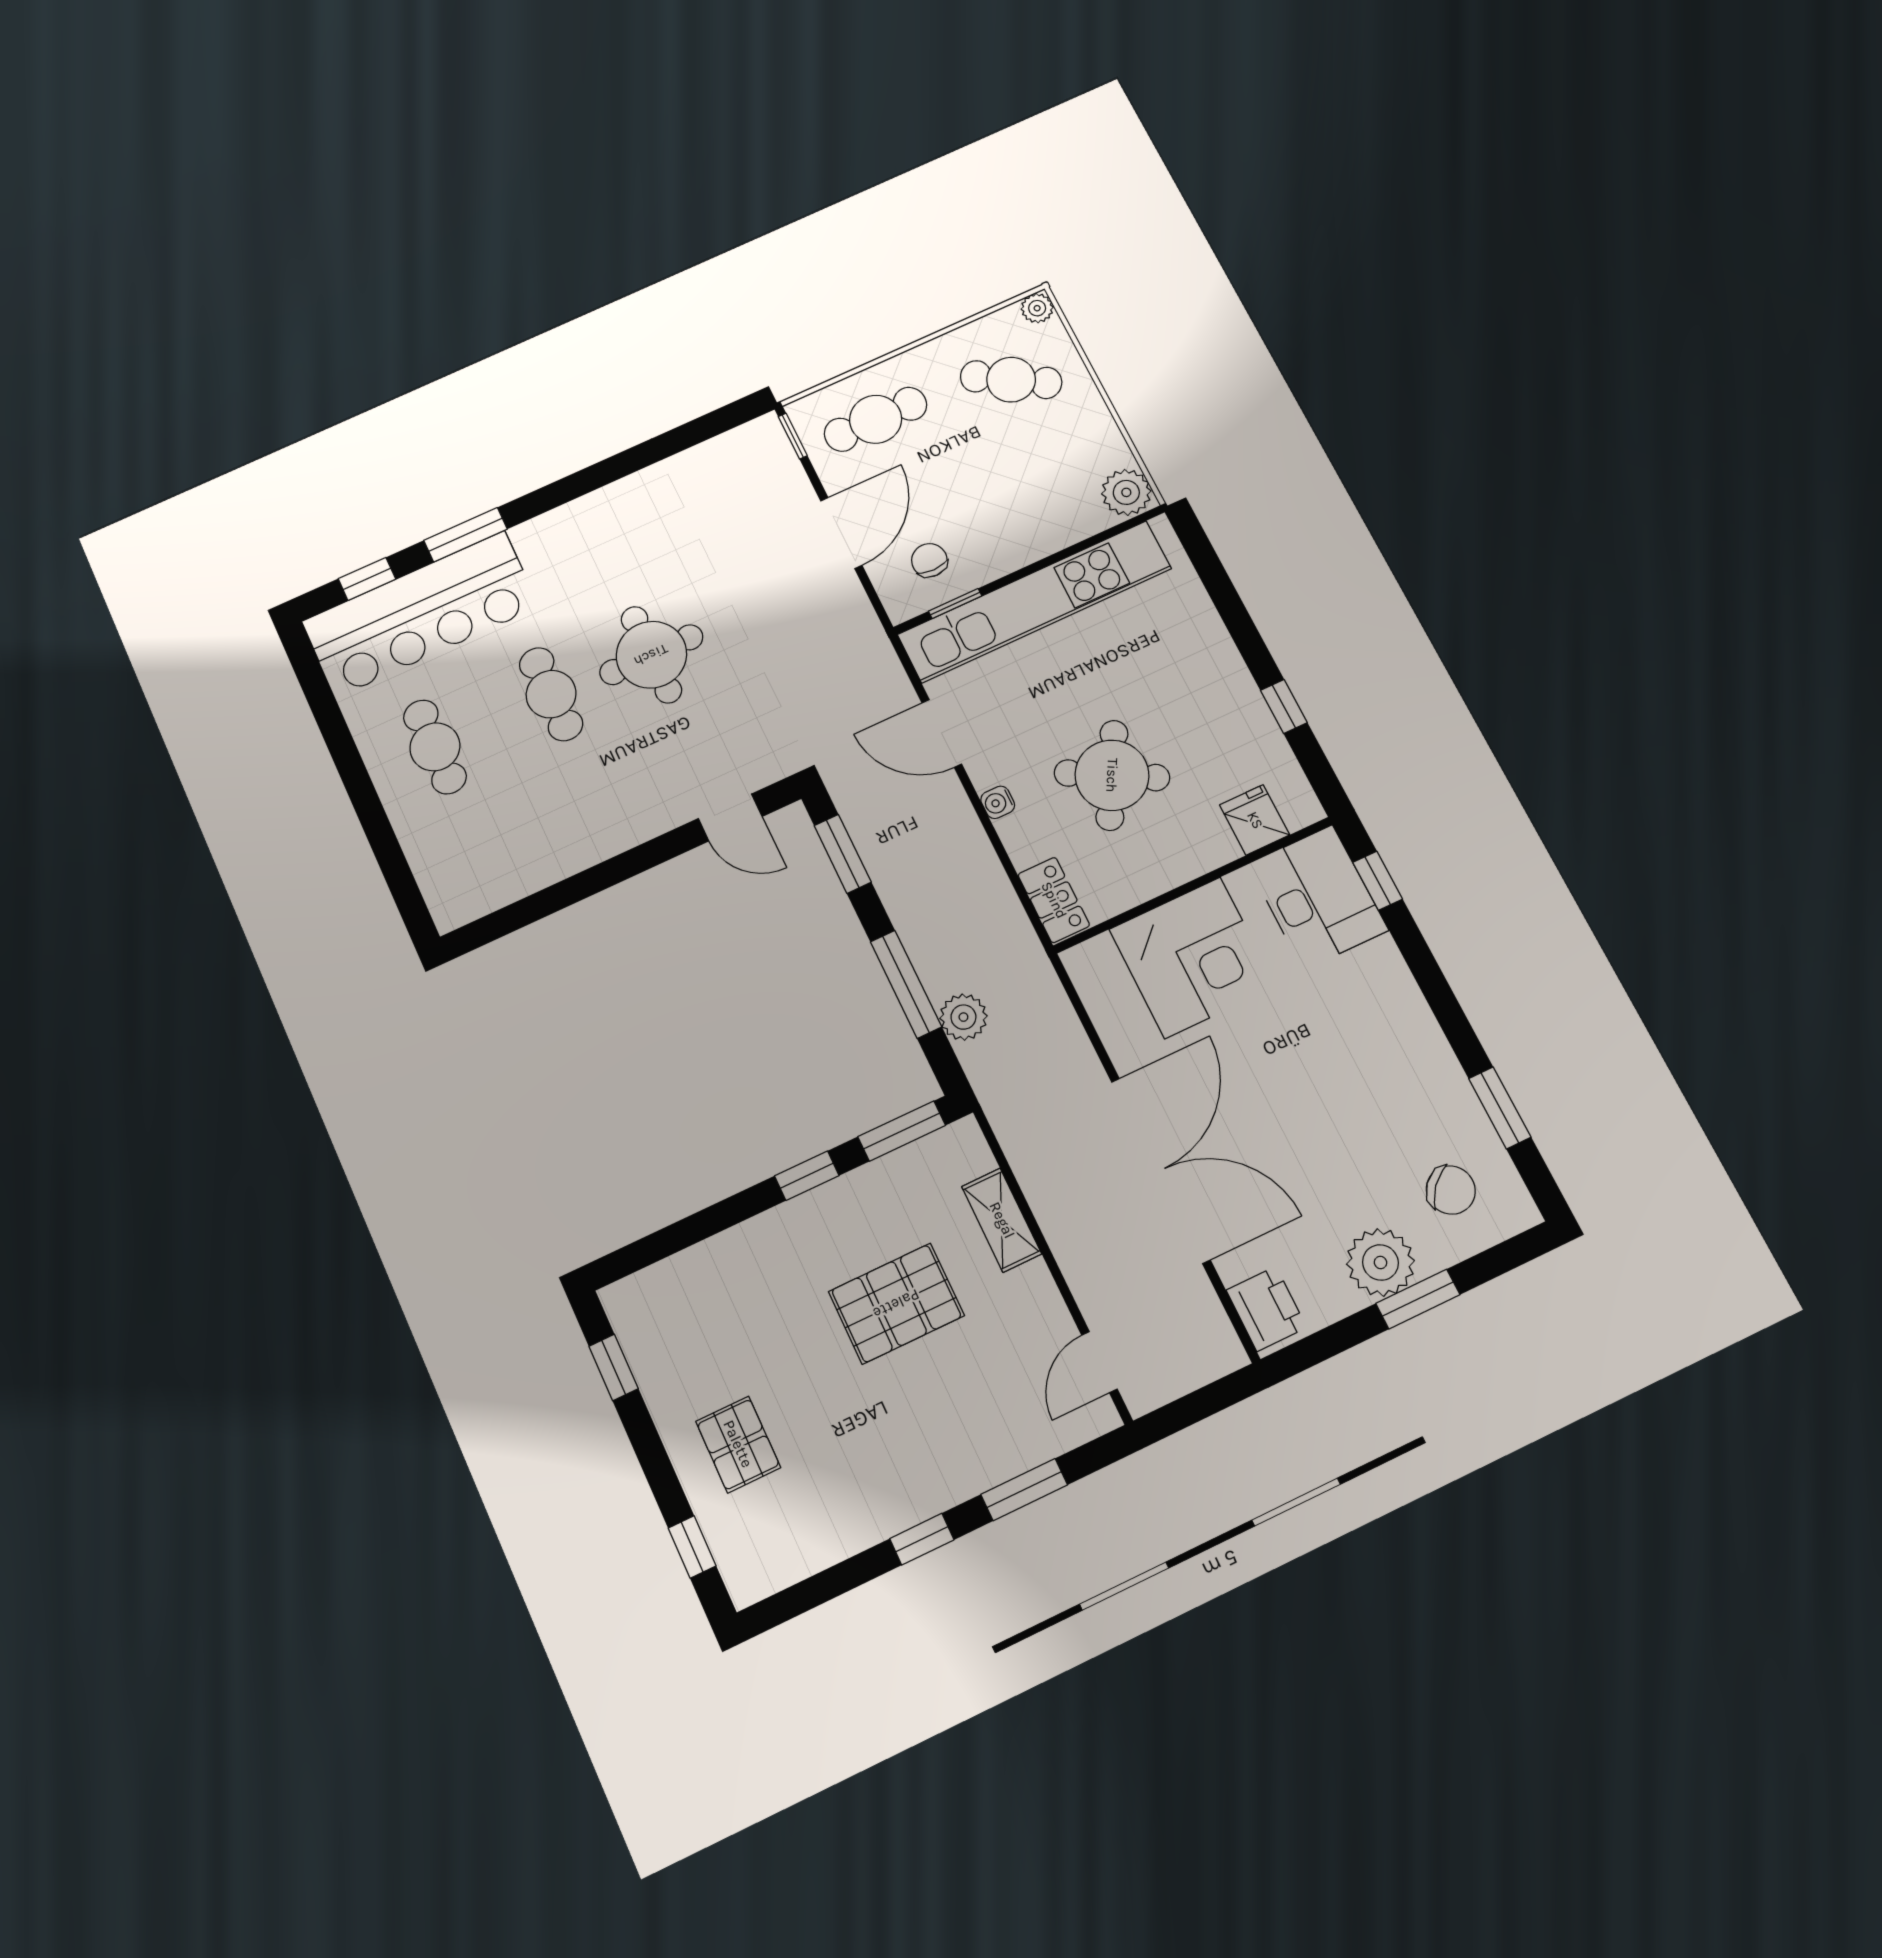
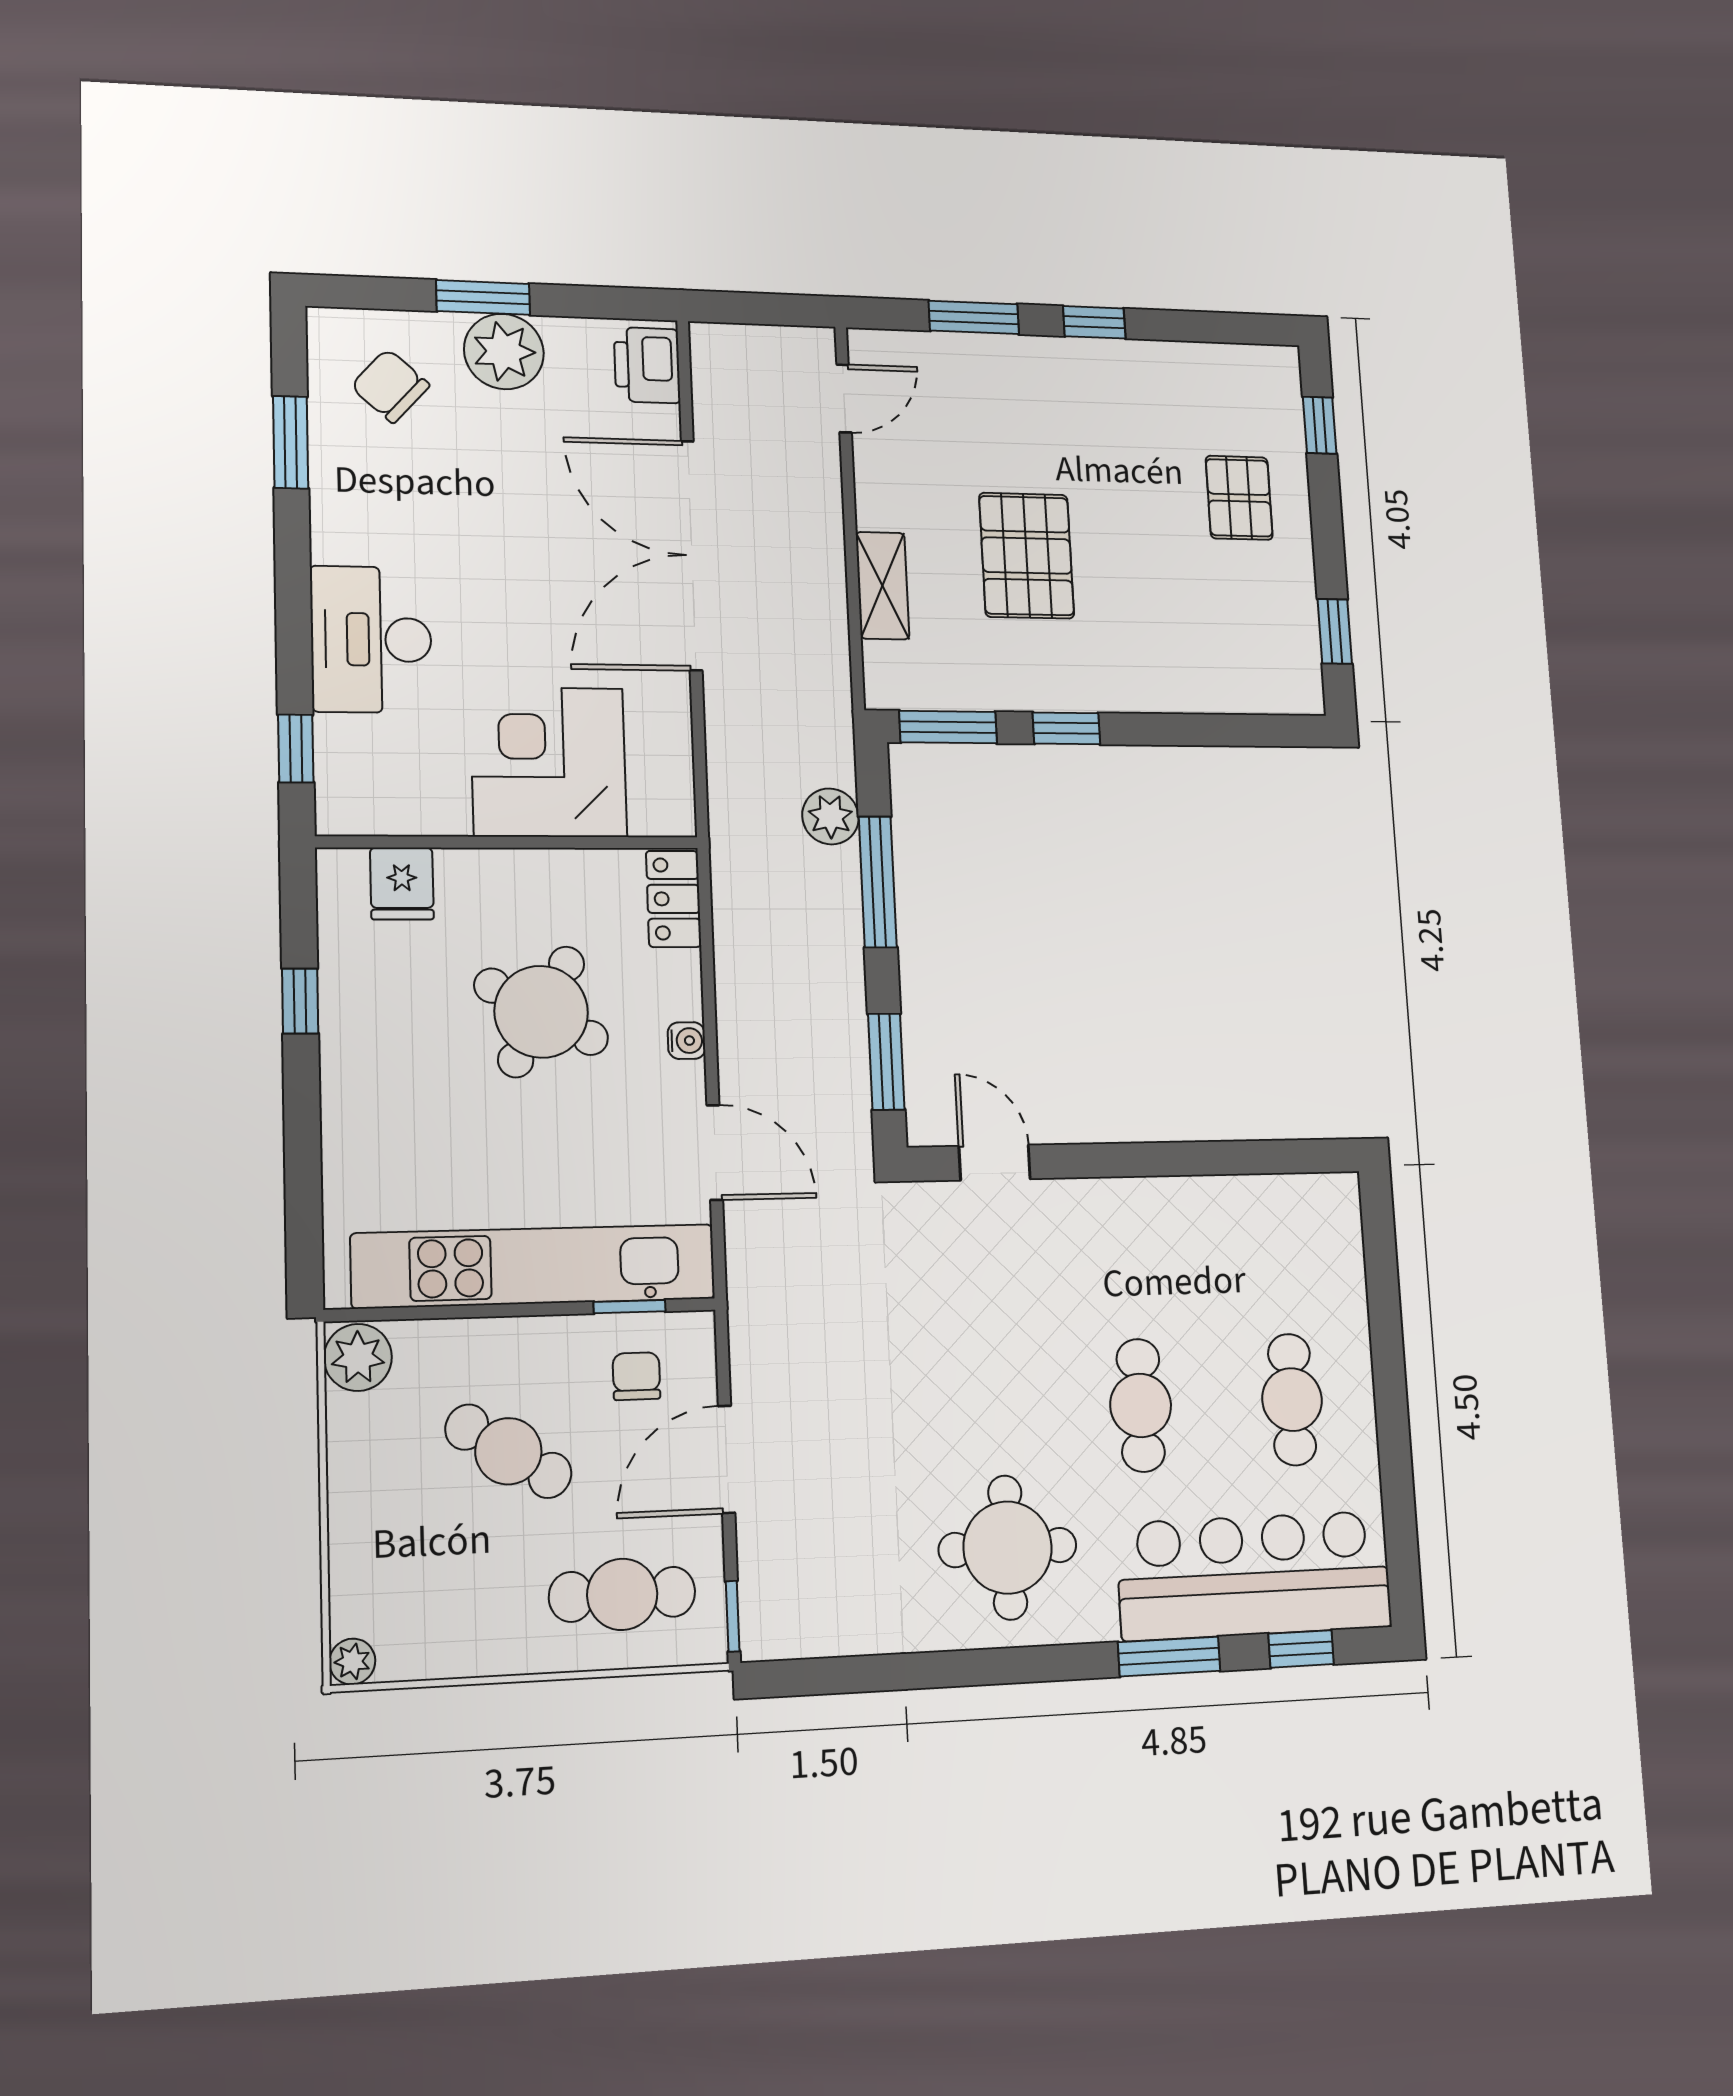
cafe table: (1011, 380) -> (508, 1451), moved
chair: (929, 560) -> (636, 1376), turned 180
round table: (651, 655) -> (1008, 1548), moved
desk: (1318, 897) -> (371, 639), moved
pallet: (896, 1304) -> (1027, 556), turned 90

